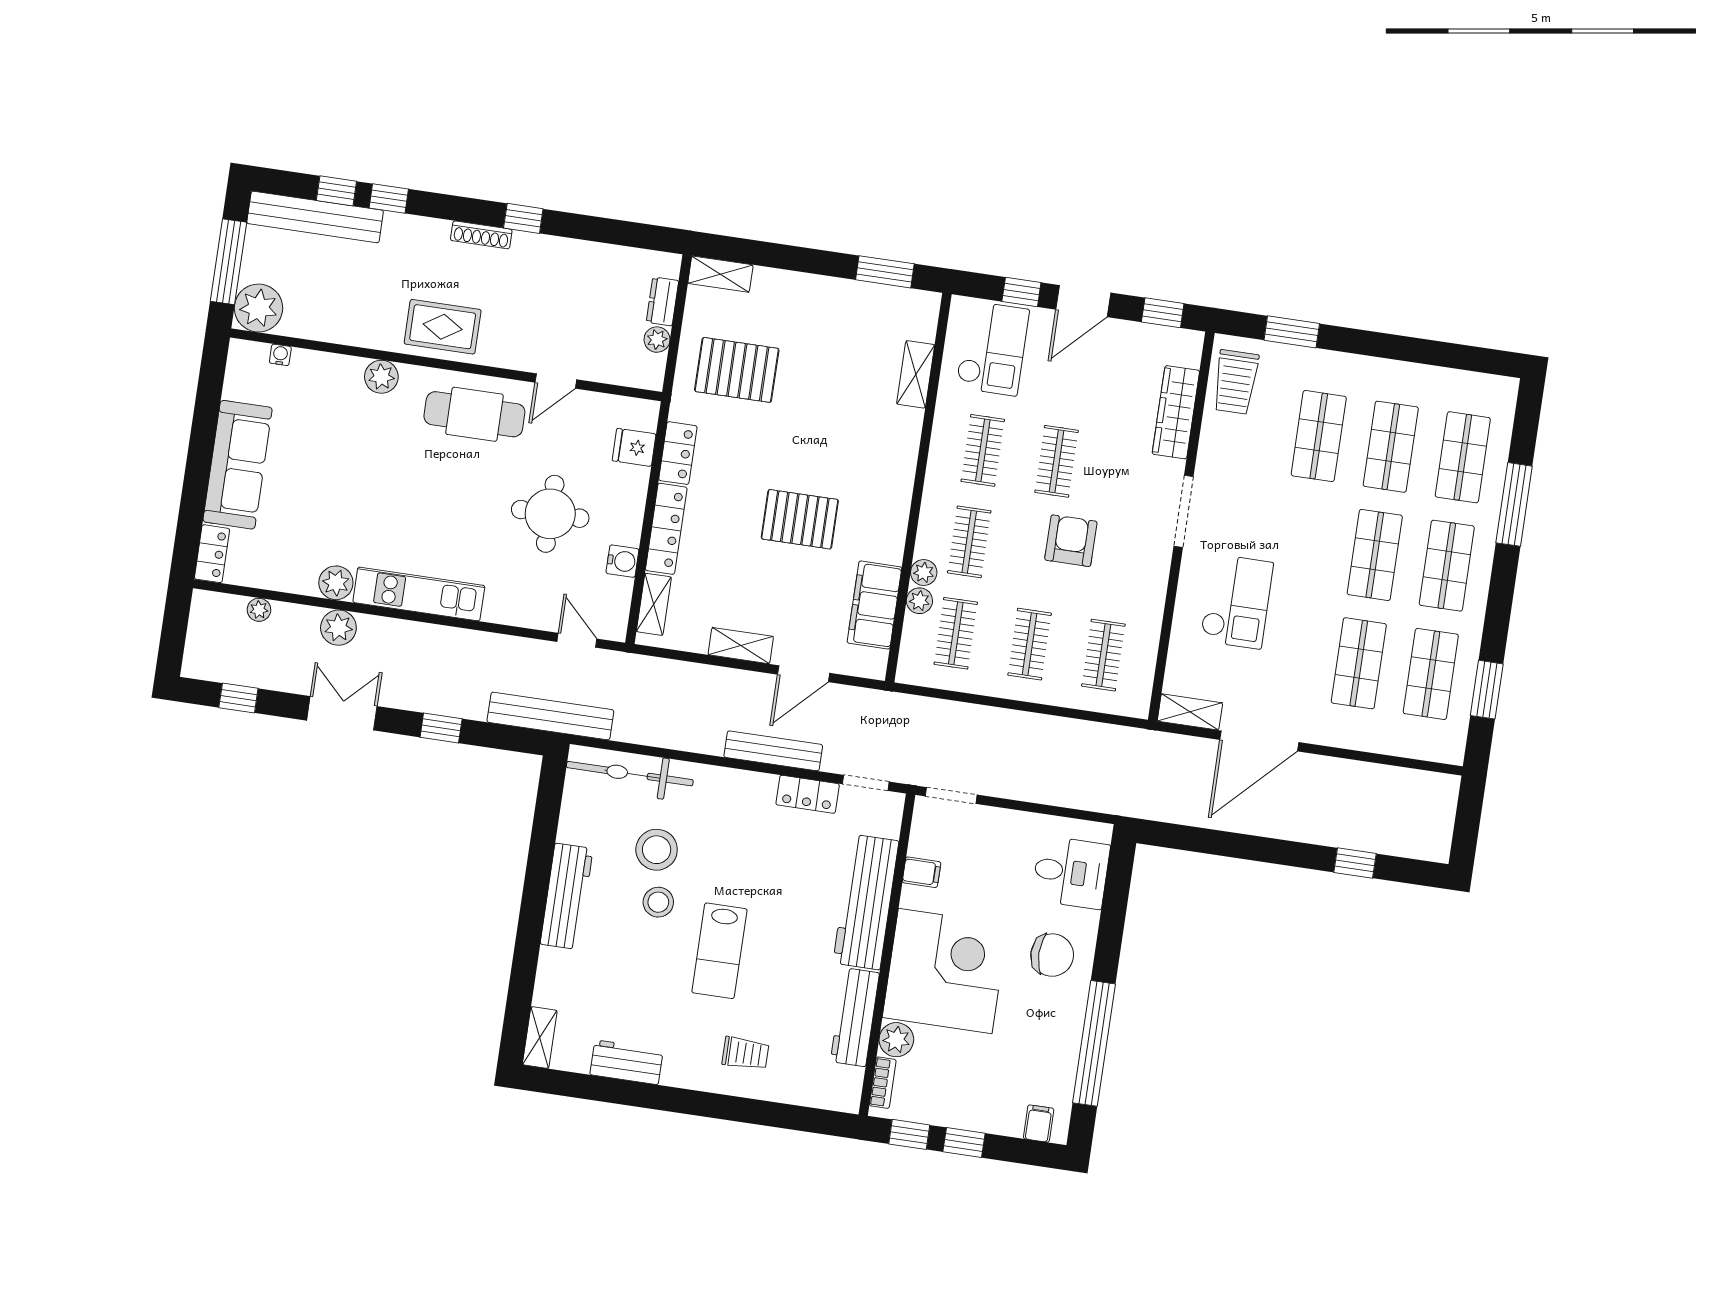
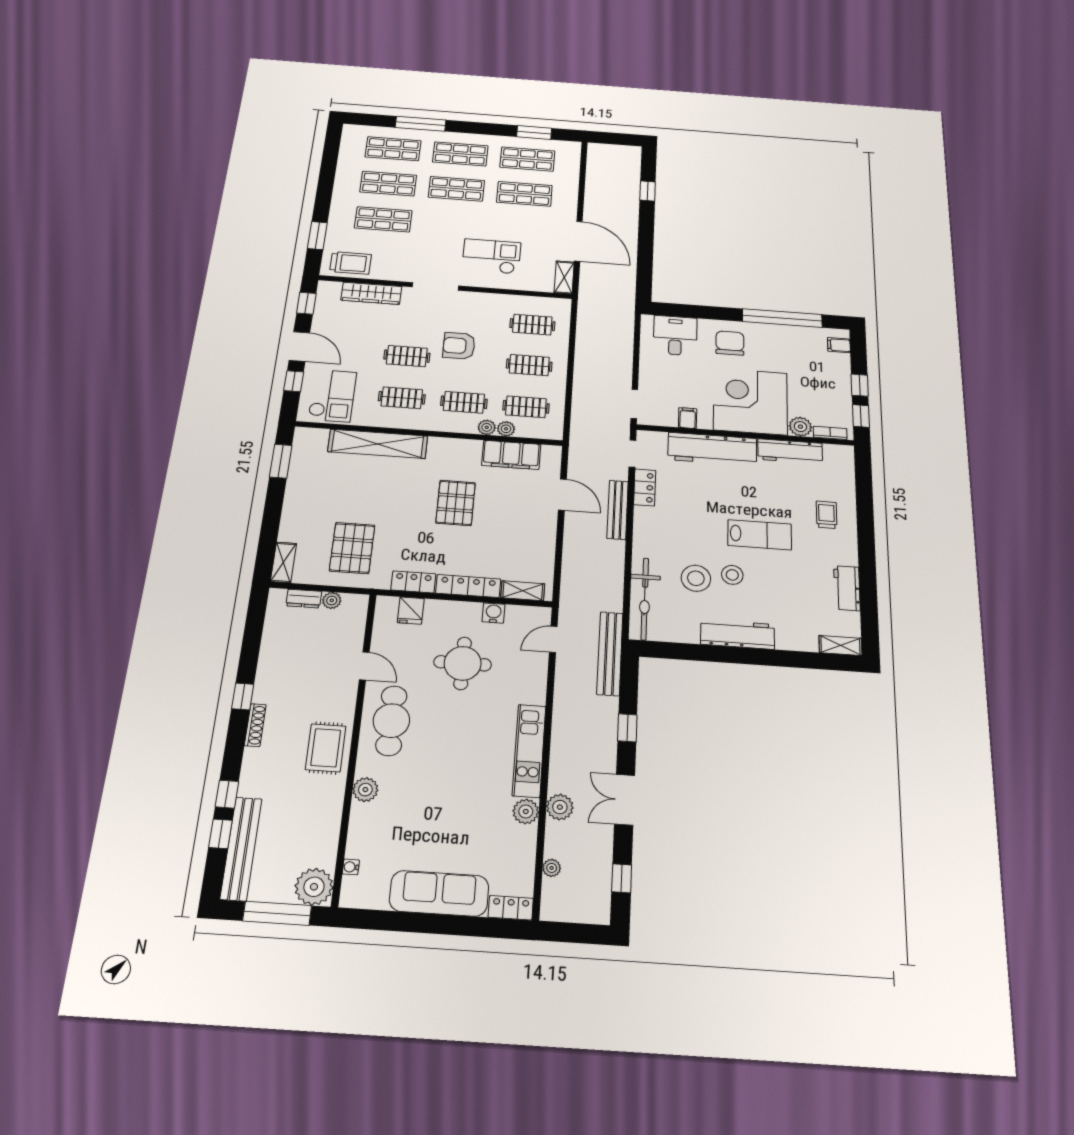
checkout: (992, 348) -> (332, 396), turned 90
shelving: (916, 374) -> (378, 444), width x2.20, depth x1.33
shelving: (741, 646) -> (547, 534), removed

